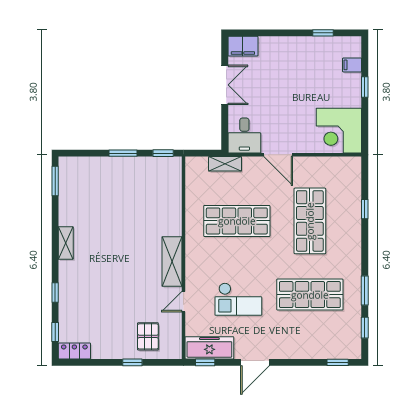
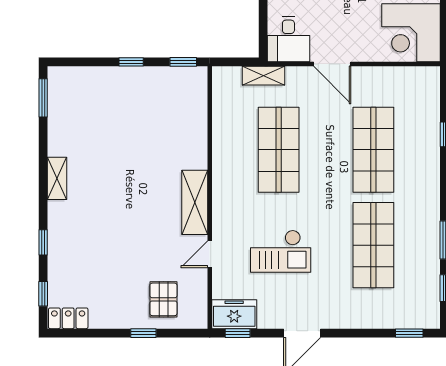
window: (123, 153) -> (131, 62), width x0.67
shop shelf: (237, 221) -> (279, 150), turned 90
shop shelf: (310, 295) -> (373, 245), turned 90
freezer: (209, 348) -> (234, 314), width x0.71

